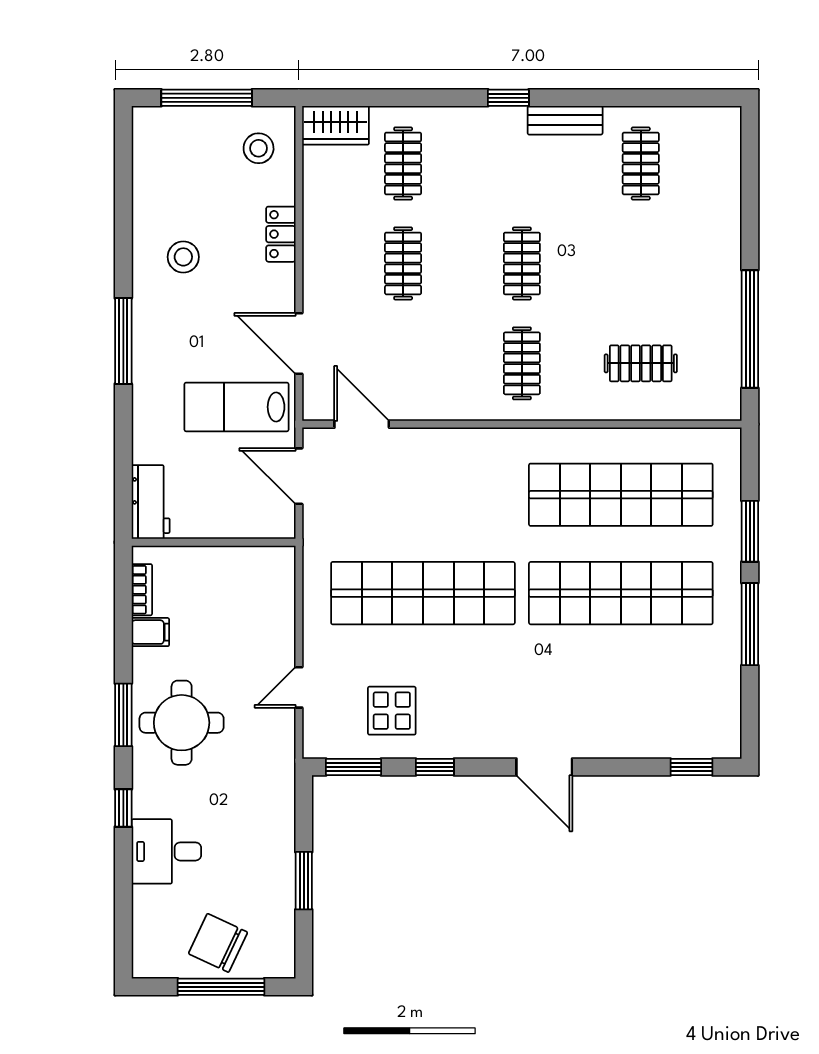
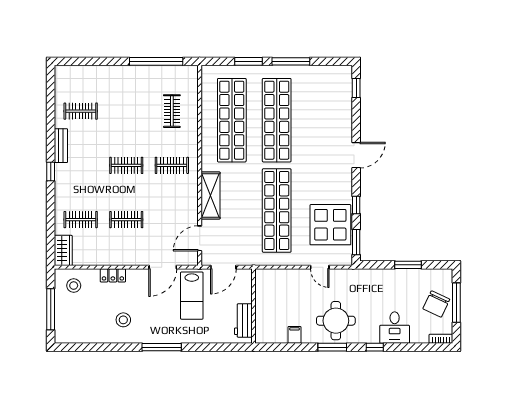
shelving: (456, 448) -> (211, 195), added
workbench: (151, 502) -> (243, 320), moved, turned -90
bookcase: (142, 590) -> (441, 339), moved
display table: (392, 711) -> (330, 225), width x1.86, depth x1.86

